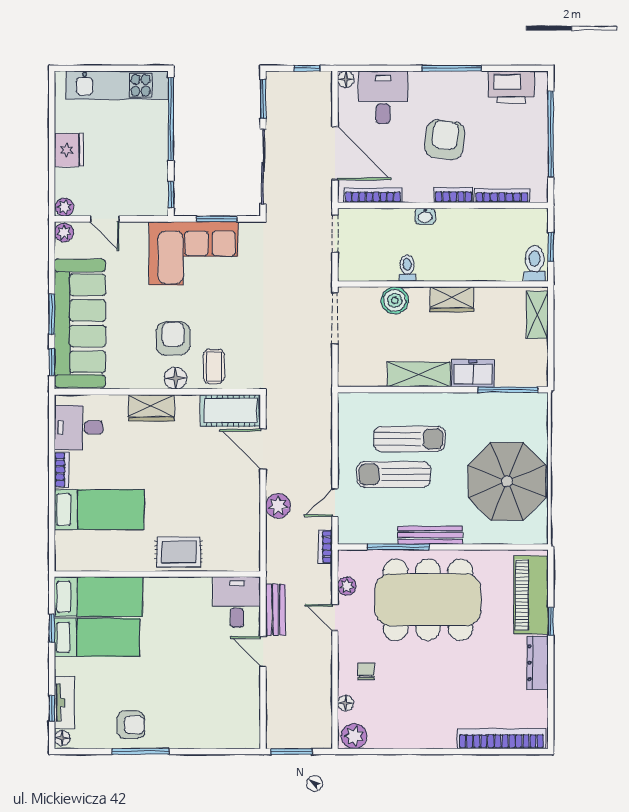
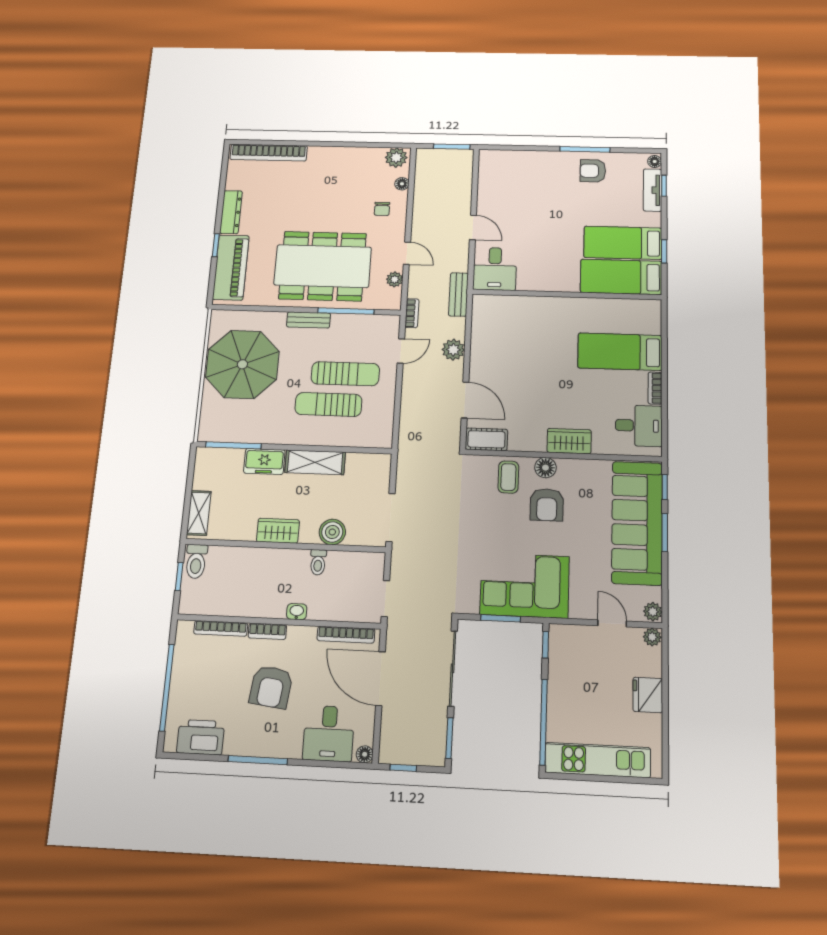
cot: (230, 411) -> (486, 439), width x0.73, depth x0.75
bench: (430, 535) -> (308, 320), width x0.73
rug: (179, 552) -> (547, 313), removed
bench: (276, 610) -> (458, 294), moved

